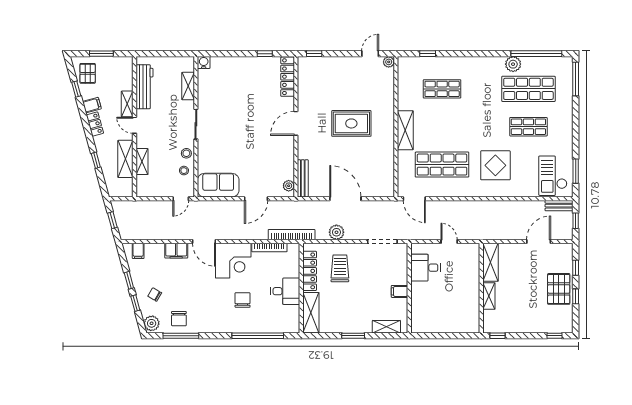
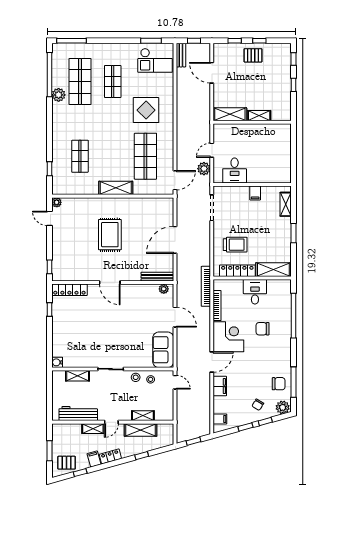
plant: (336, 232) -> (204, 169), moved
trolley: (340, 268) -> (235, 245), turned 180
pallet: (559, 289) -> (253, 55), width x0.67, depth x0.71
window: (498, 336) -> (293, 85), moved

